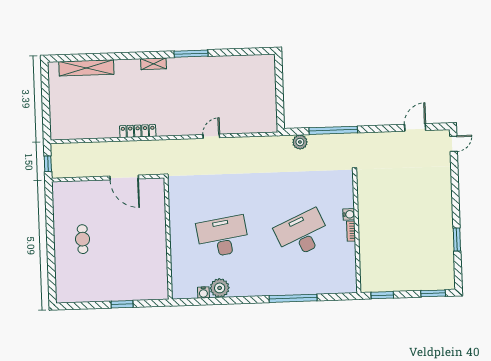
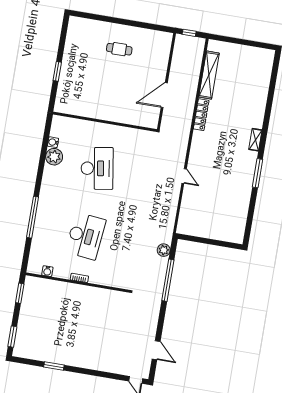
shelving: (86, 68) -> (209, 75), moved
water cooler: (349, 214) -> (47, 271), moved
desk: (302, 234) -> (86, 236), turned 30

